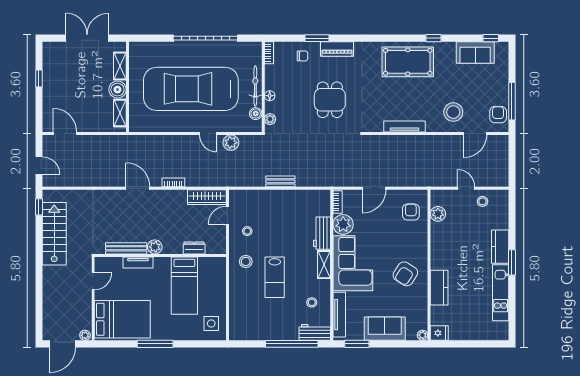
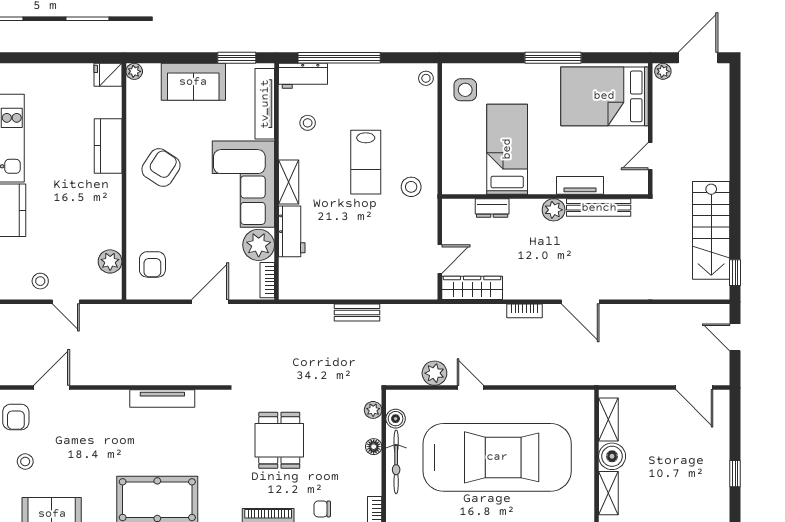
stool: (453, 112) -> (25, 461), moved, width x0.53, depth x0.53
stool: (247, 231) -> (426, 78), moved
lab bench: (275, 277) -> (366, 162), turned 180

